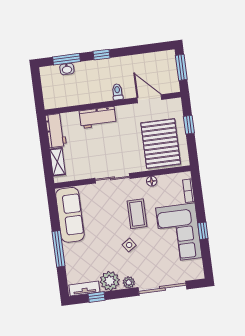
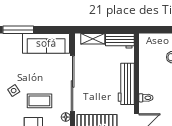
workbench: (98, 117) -> (126, 84), width x1.38
sliding door: (113, 178) -> (73, 84), width x1.86

